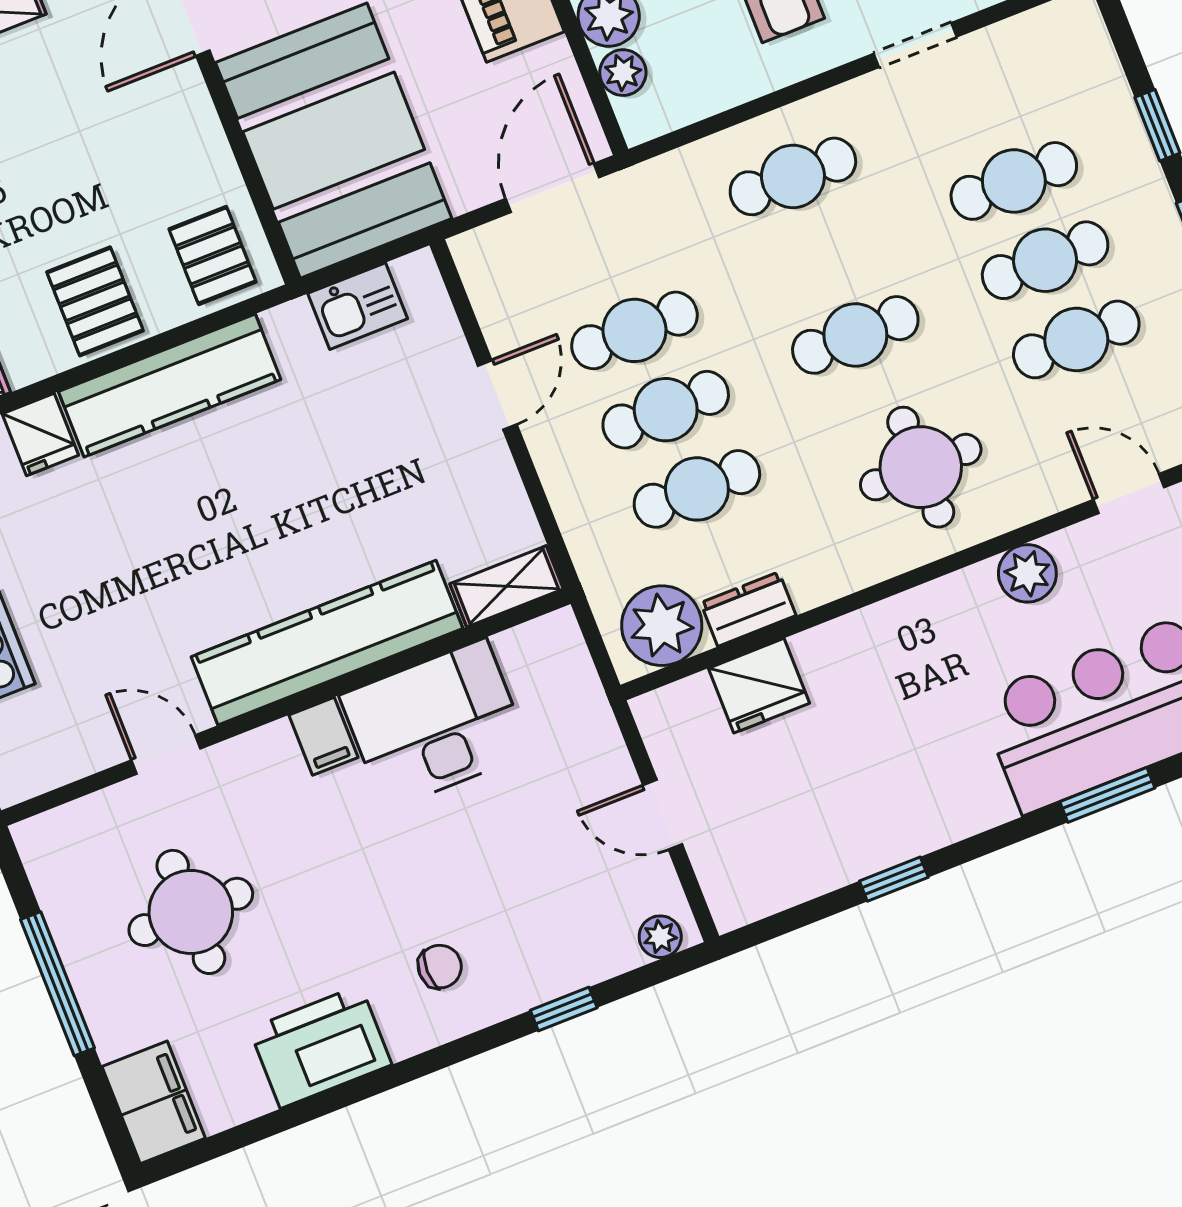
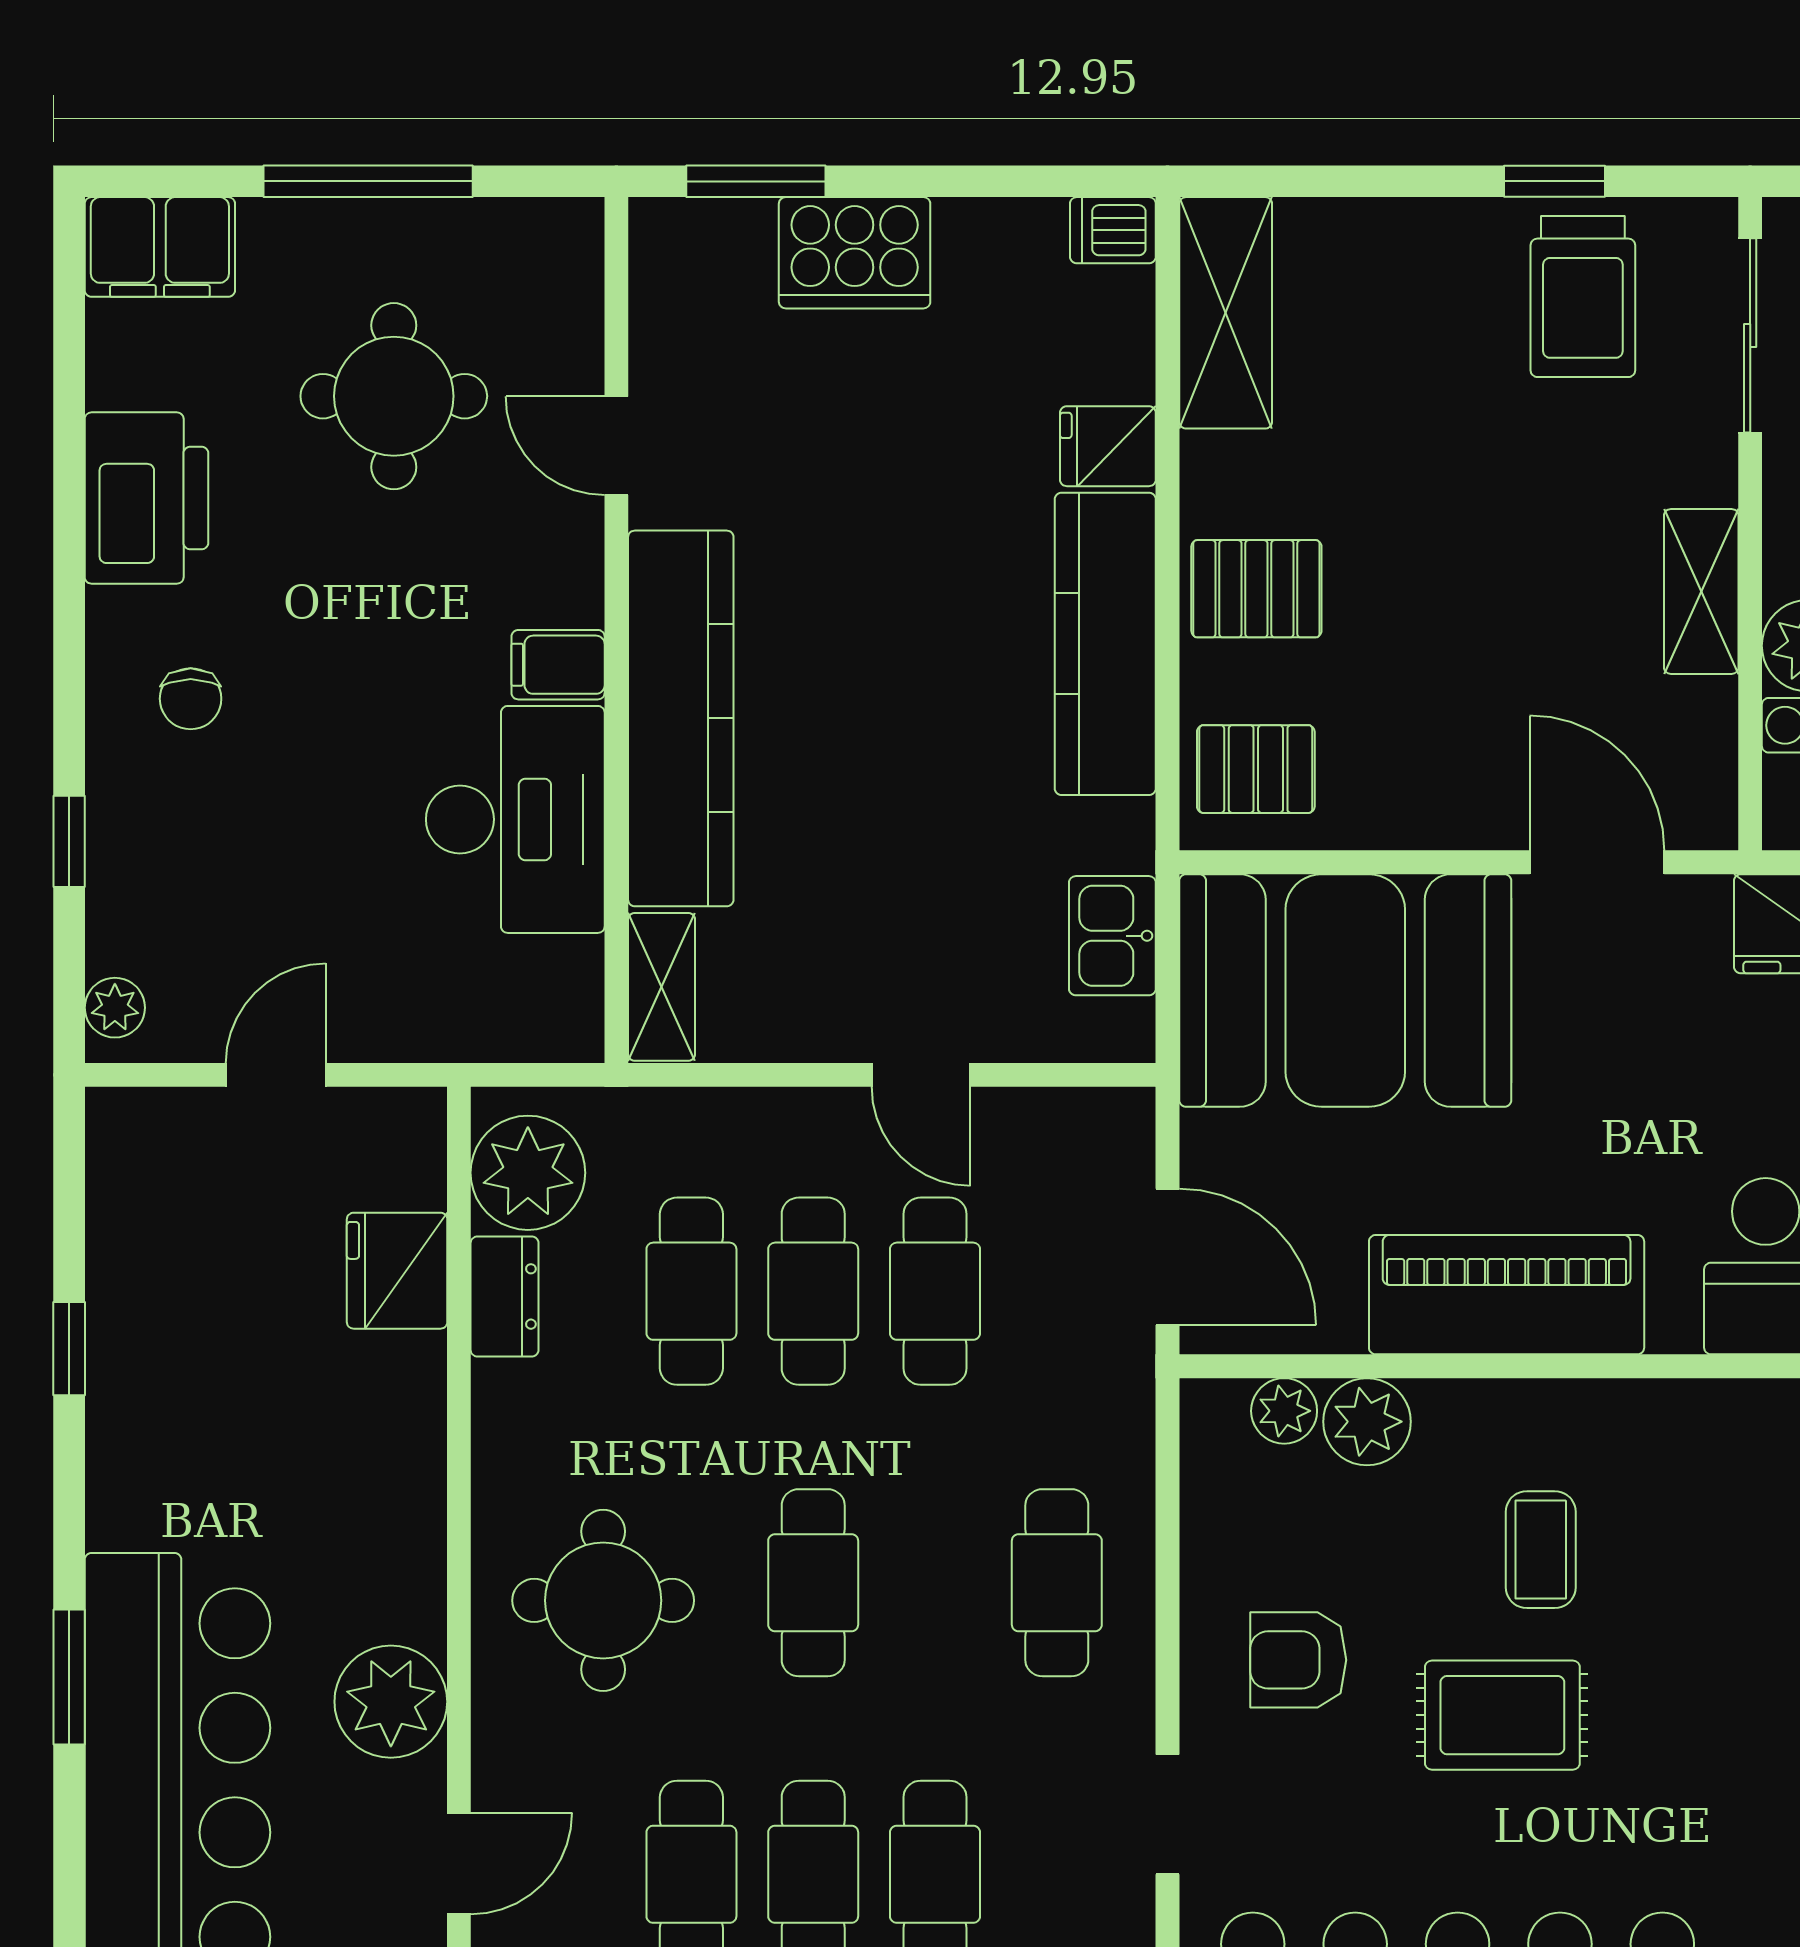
plant: (1027, 573) -> (391, 1702), width x1.36, depth x1.36
door: (166, 754) -> (616, 446), swing flipped

